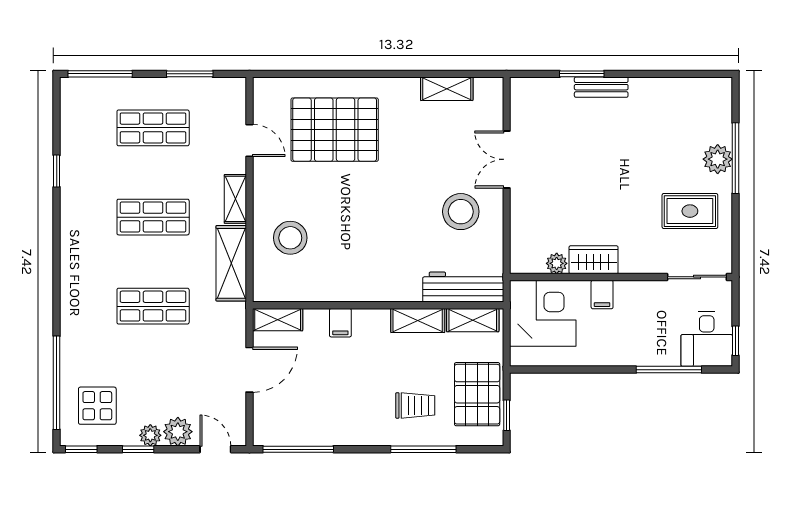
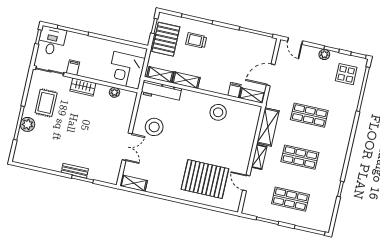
shelving: (447, 89) -> (134, 183), moved
rug: (690, 211) -> (46, 103), turned 90
stool: (290, 238) -> (218, 112), moved
wardrobe: (594, 260) -> (83, 87), moved
filing cabinet: (602, 294) -> (73, 68), moved
filing cabinet: (340, 323) -> (235, 90), moved
plant: (178, 432) -> (311, 53), removed

